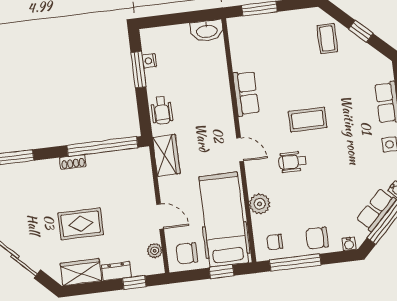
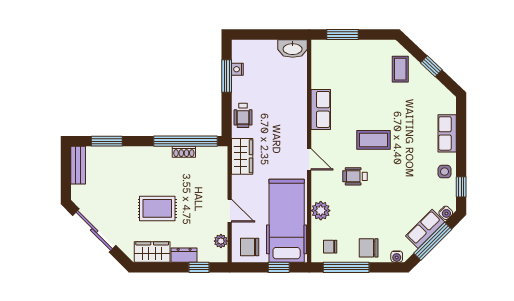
shoe rack: (73, 162) -> (184, 152), moved

